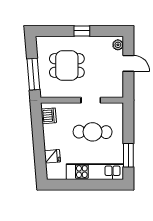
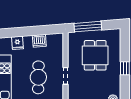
dishwasher: (49, 116) -> (39, 41), moved

